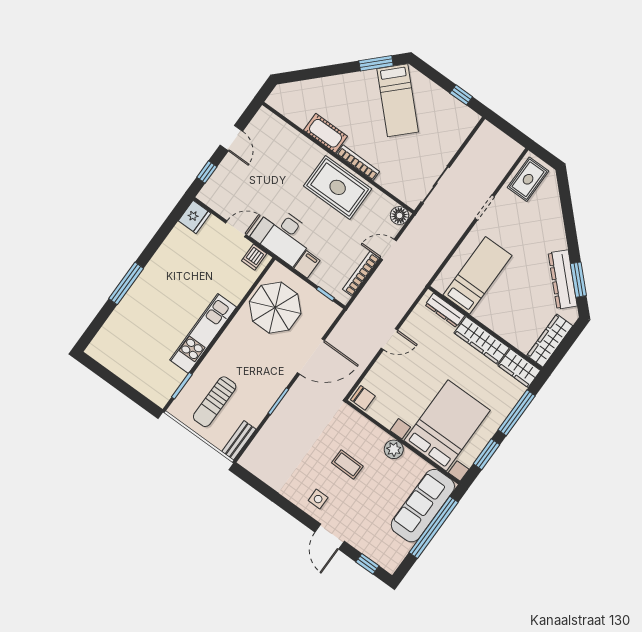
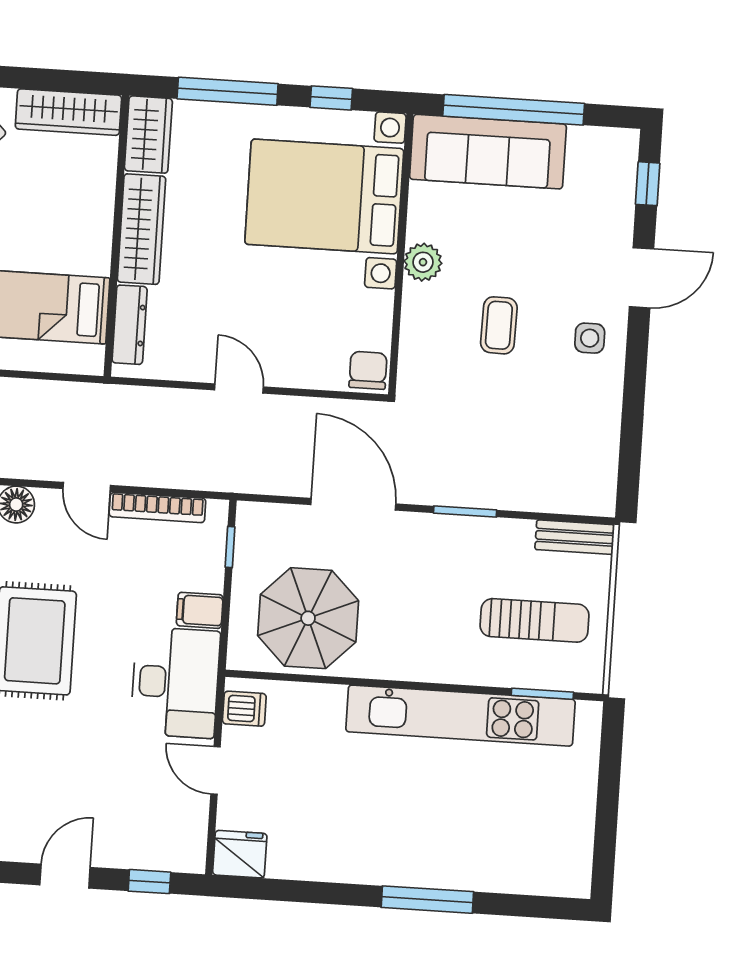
kitchen unit: (203, 334) -> (460, 716), width x1.36
window: (486, 454) -> (331, 98), width x0.67

